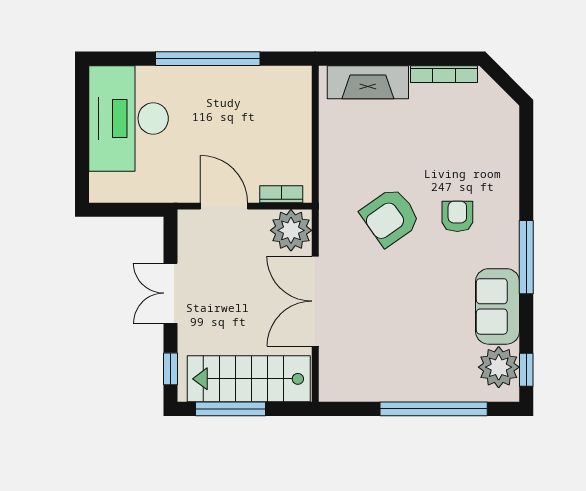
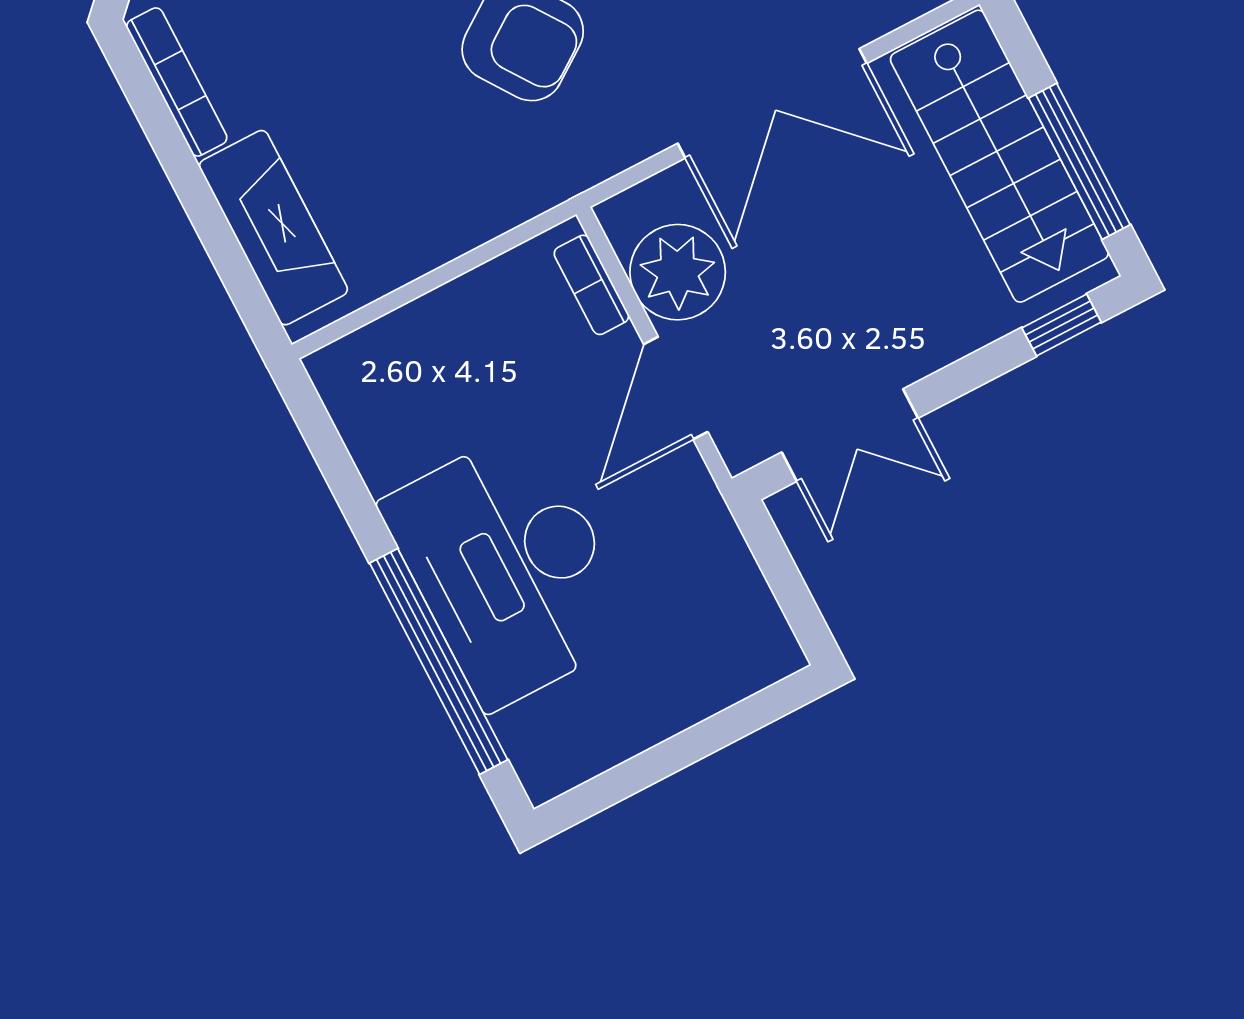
window: (208, 59) -> (439, 661), moved
desk: (129, 118) -> (510, 568), moved, turned 90
plant: (291, 230) -> (678, 272), moved
double door: (171, 293) -> (850, 435), moved

